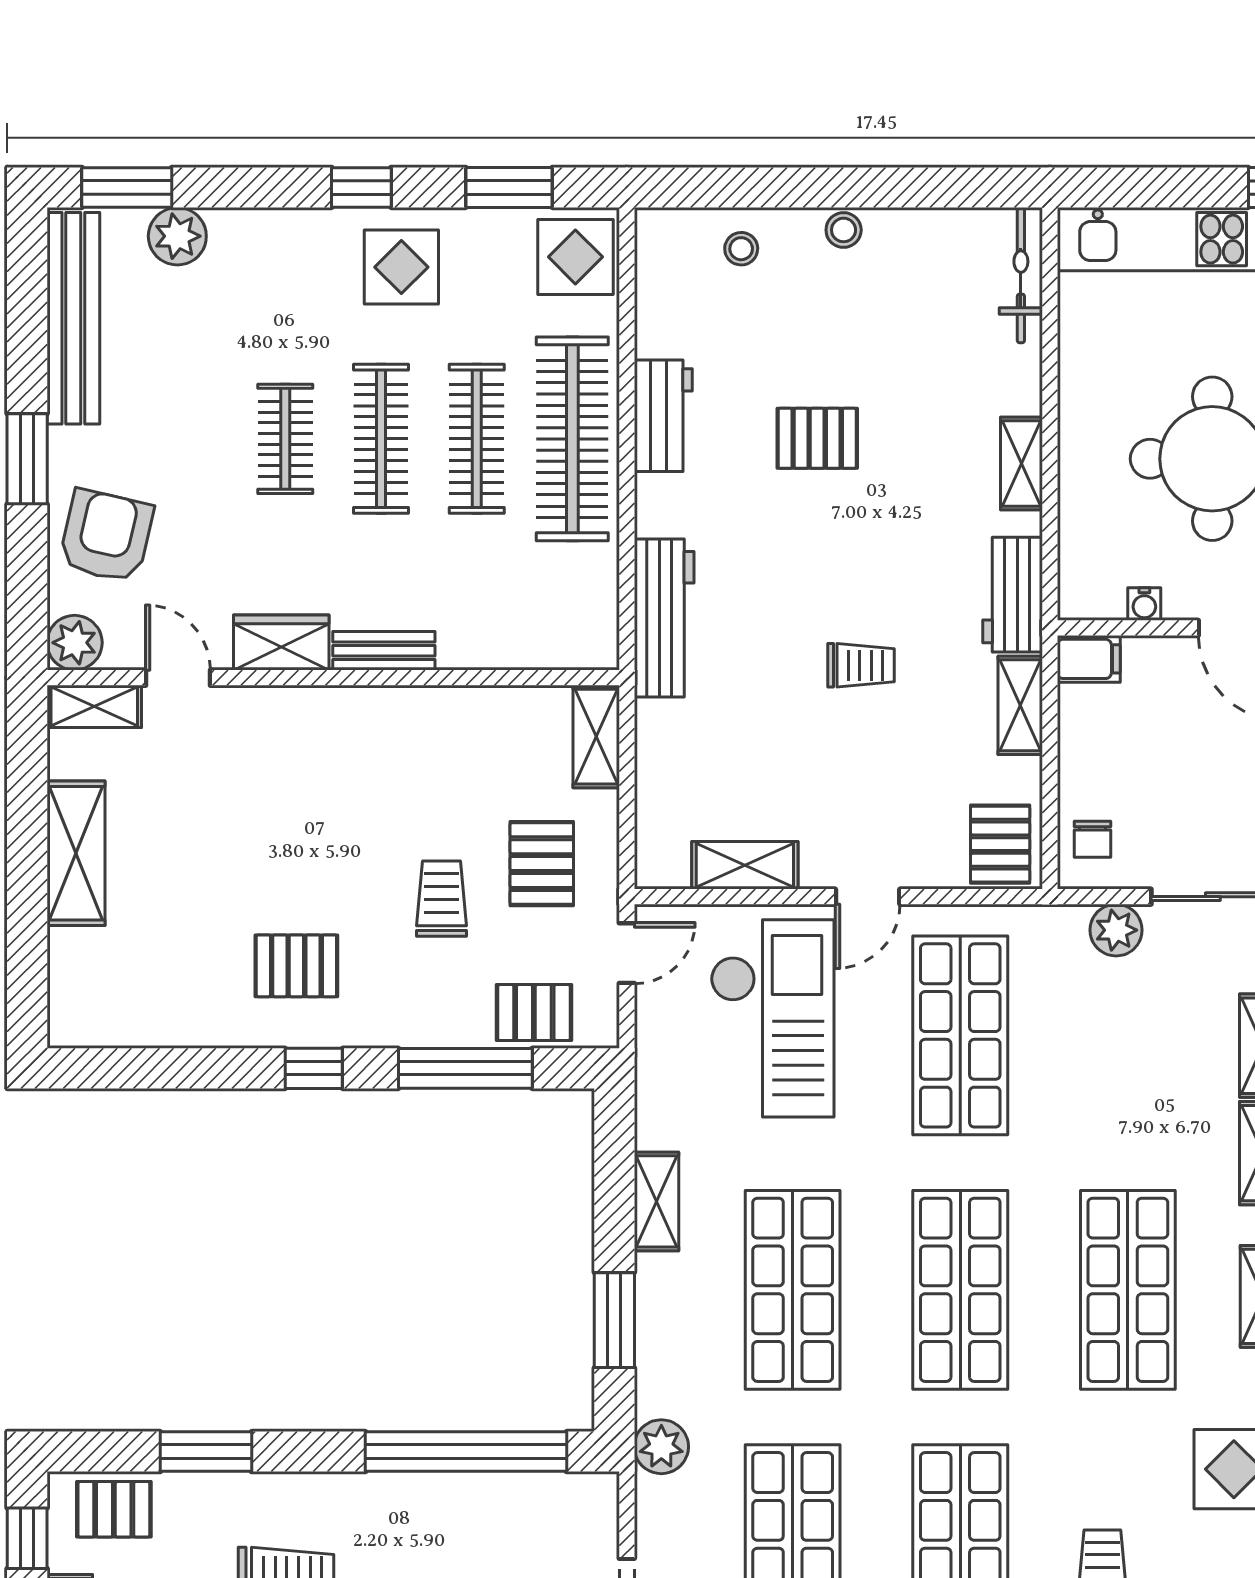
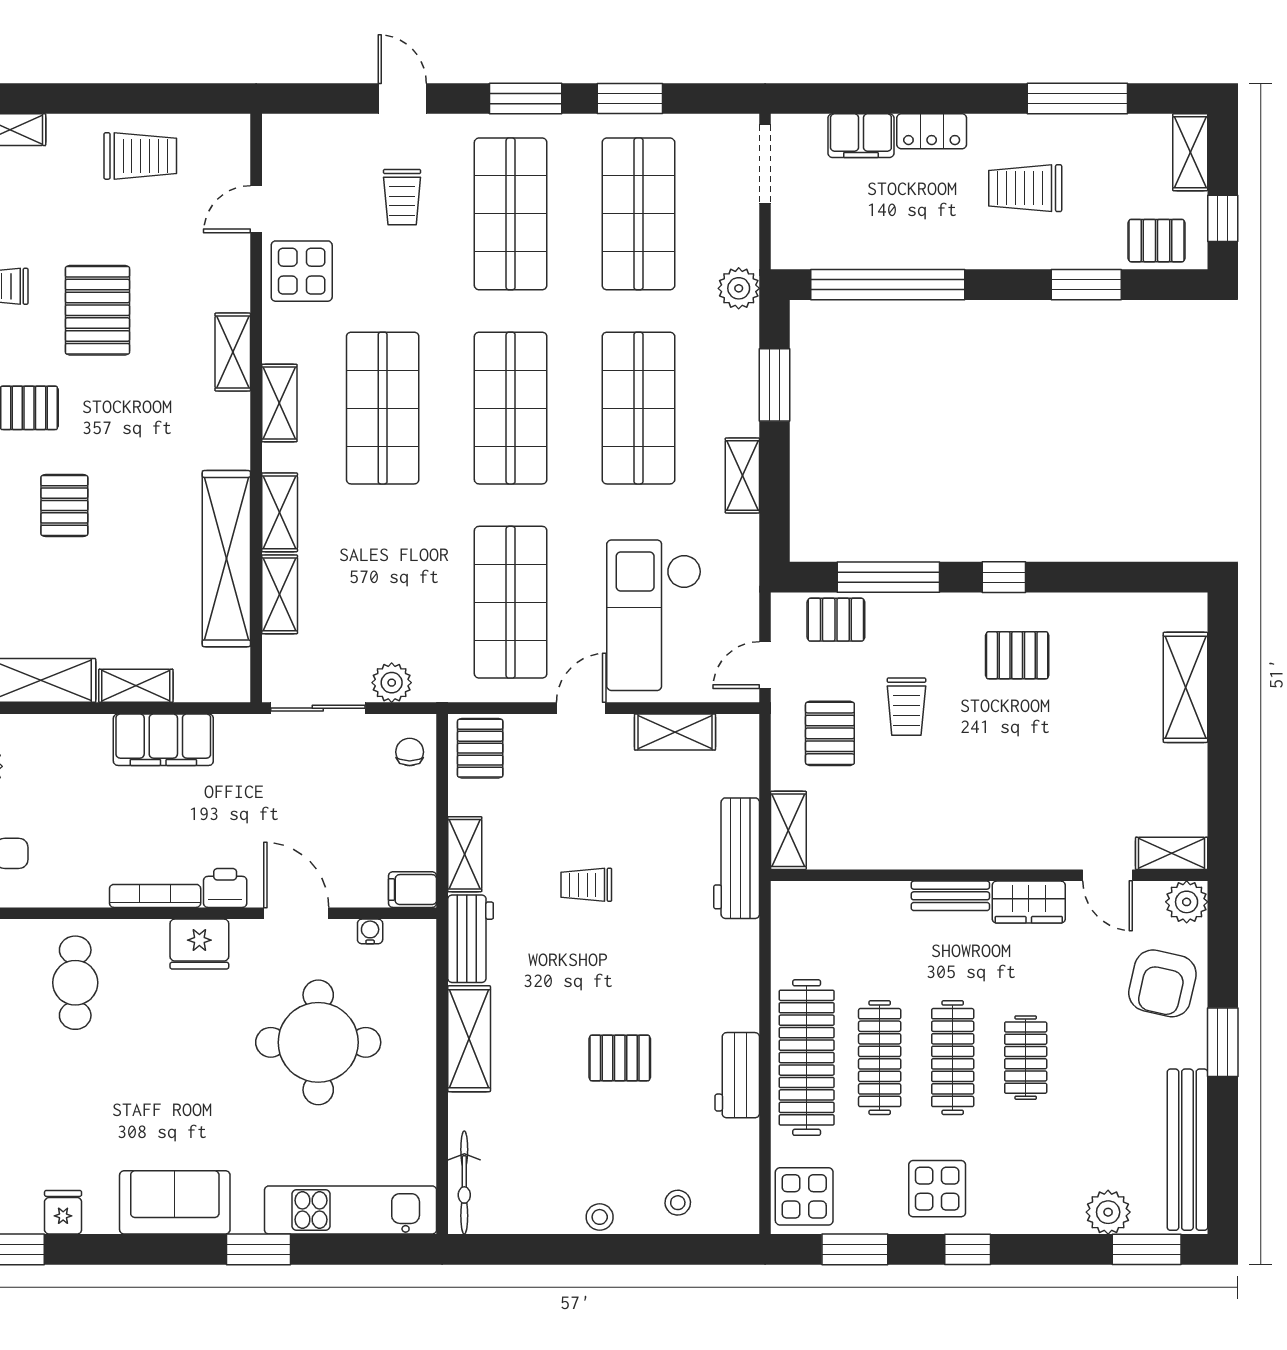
shelving: (1022, 464) -> (469, 1039), width x1.50, depth x1.33
workbench: (664, 618) -> (737, 858), moved
shelving: (76, 853) -> (1185, 687), moved

